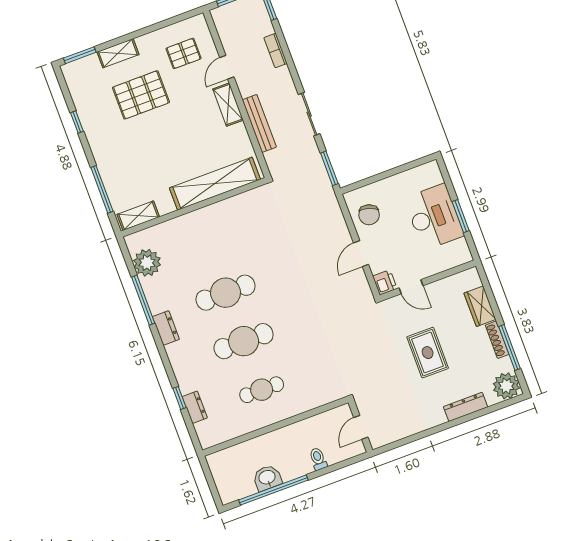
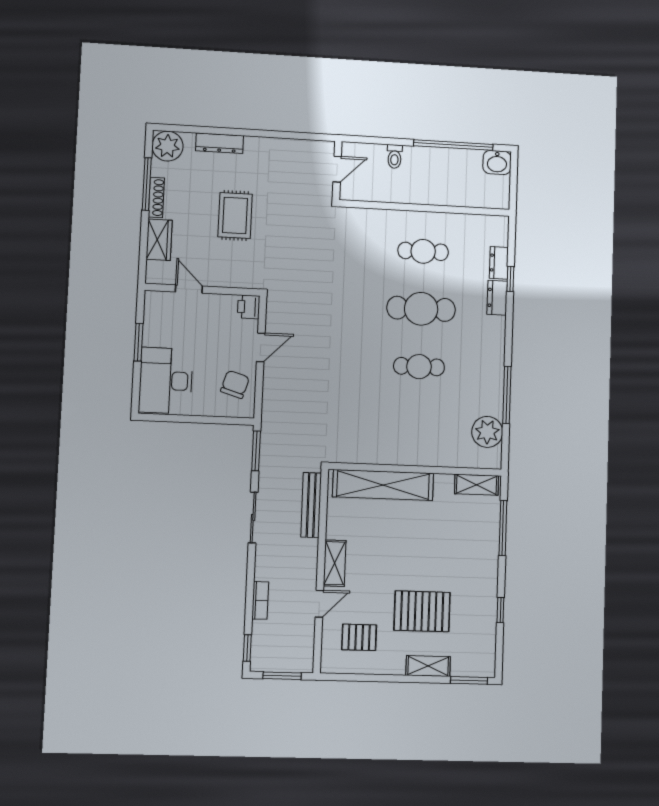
bench: (259, 123) -> (311, 505), moved
desk: (434, 217) -> (166, 381), moved
door: (411, 287) -> (189, 289), moved
cafe table: (226, 293) -> (419, 367), width x0.73, depth x0.74
dresser: (166, 328) -> (497, 298), moved
washbasin: (267, 478) -> (497, 162), moved

